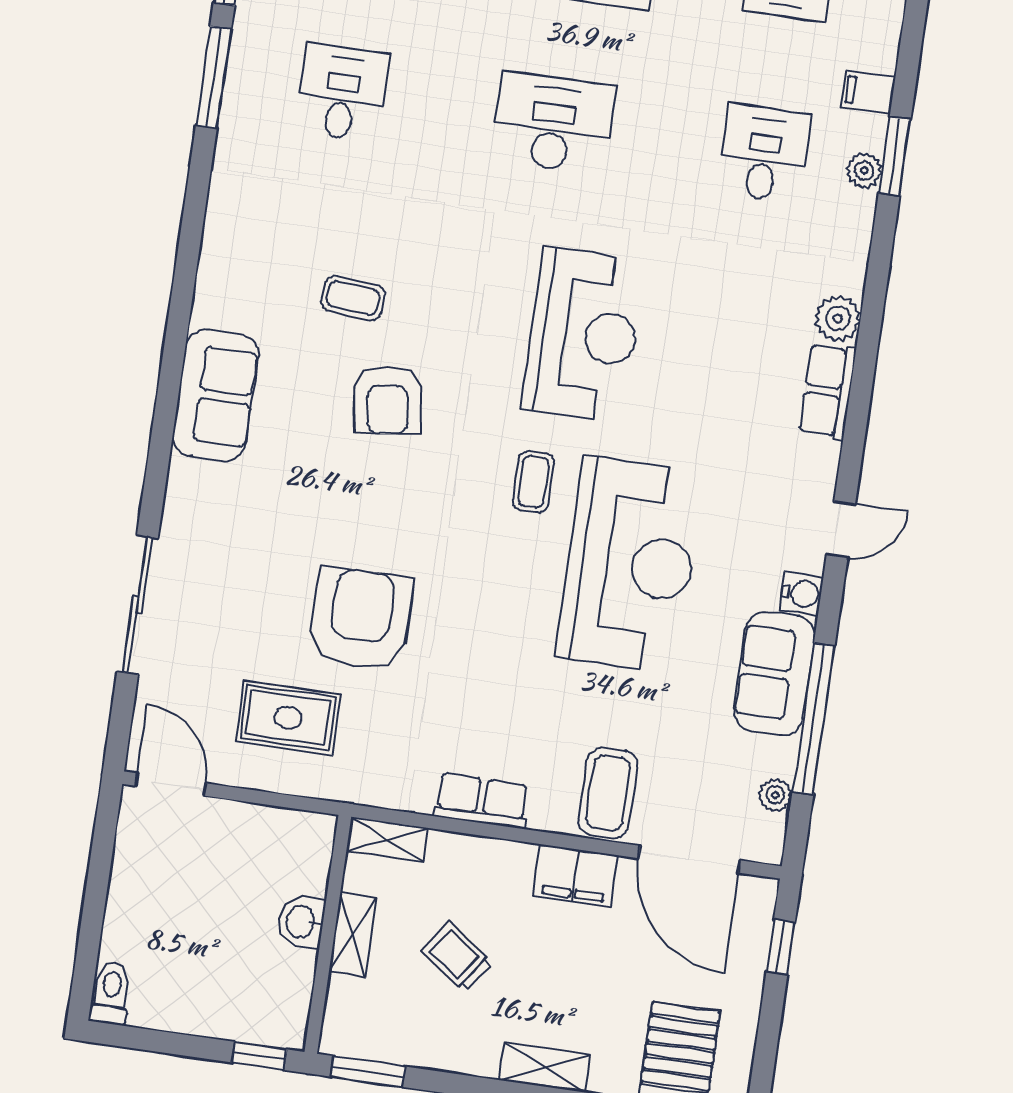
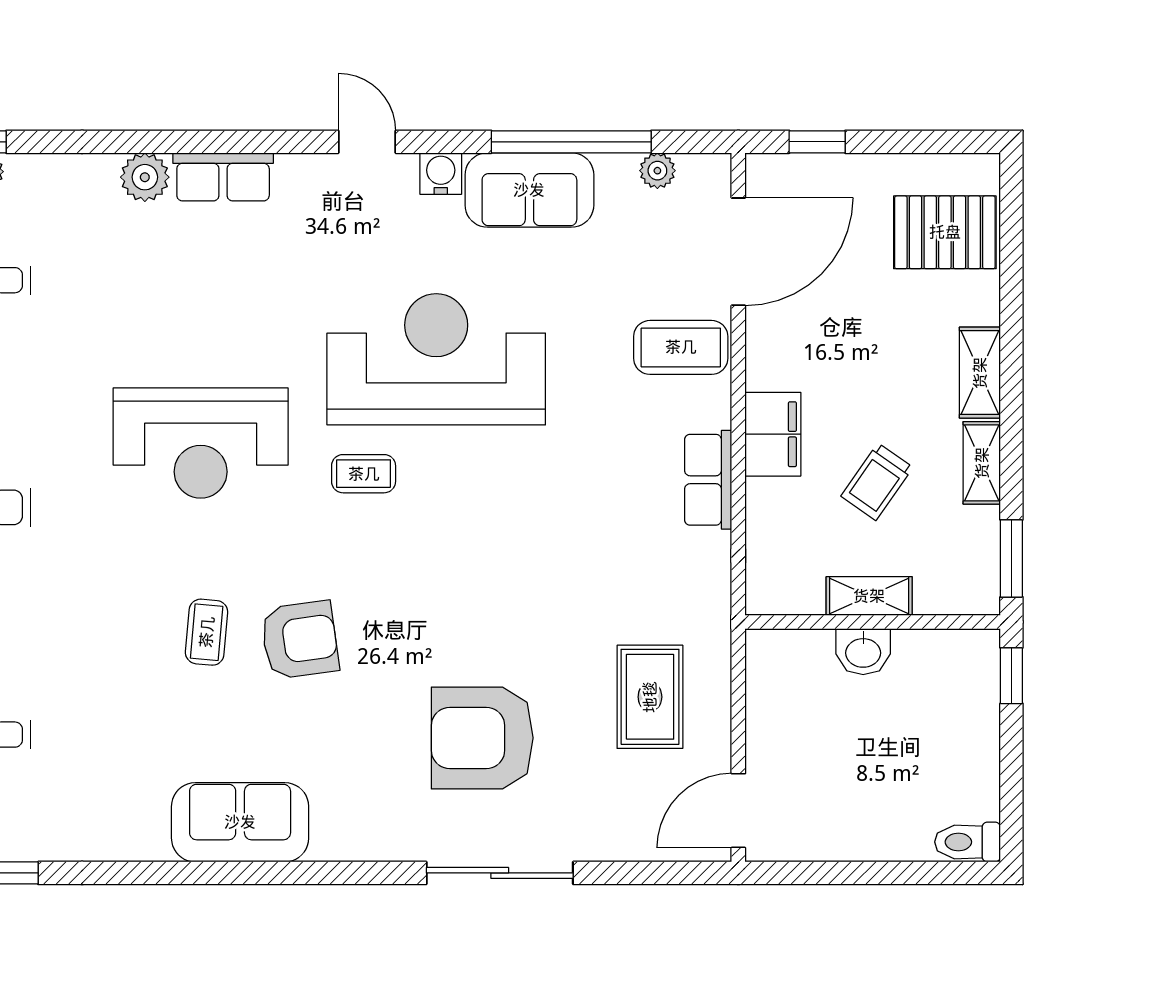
coffee table: (353, 298) -> (207, 632), moved
reception desk: (584, 335) -> (201, 443), turned 180
sofa: (216, 395) -> (240, 822), moved
sliding door: (137, 605) -> (500, 873), moved
armchair: (361, 619) -> (482, 738), moved
shelving: (387, 840) -> (982, 463), moved
filing cabinet: (575, 875) -> (773, 434), moved

